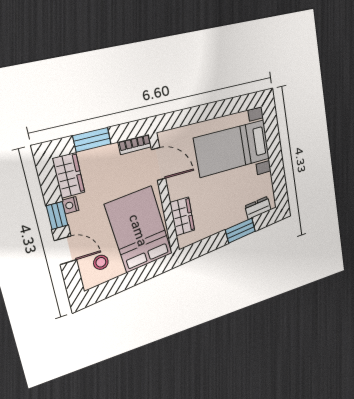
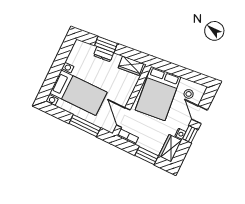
window: (197, 114) -> (85, 126), added
dresser: (258, 208) -> (104, 54), moved
wardrobe: (182, 216) -> (131, 66), moved, turned -96

